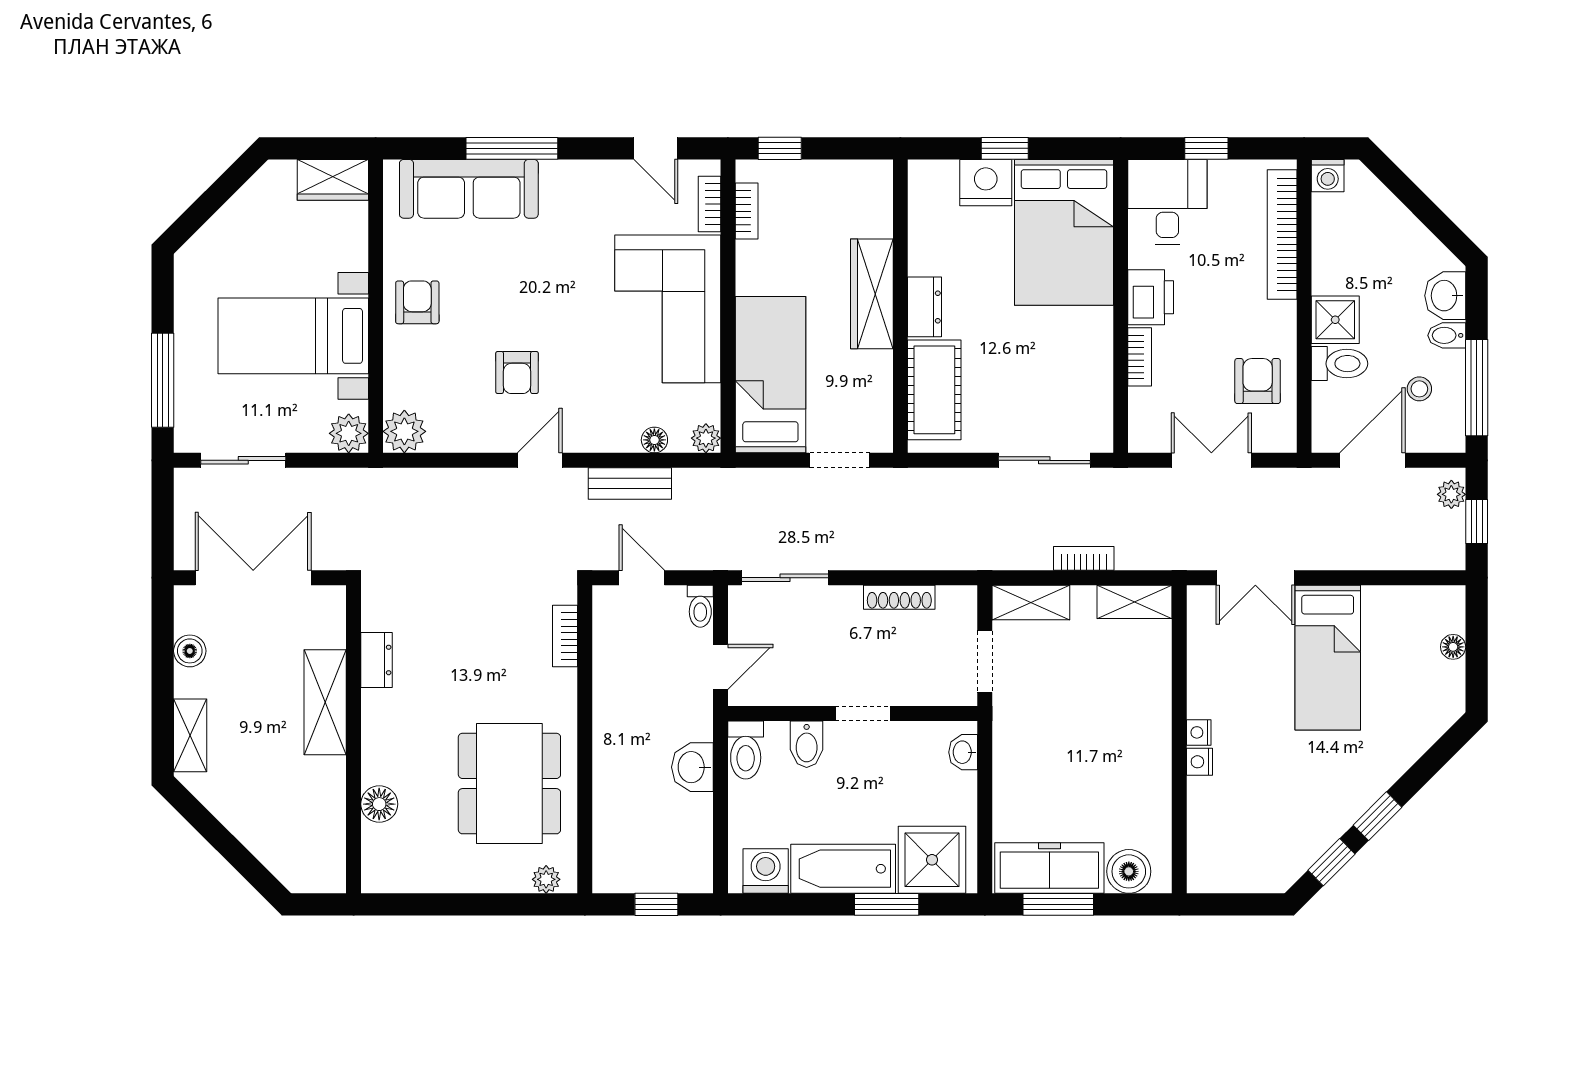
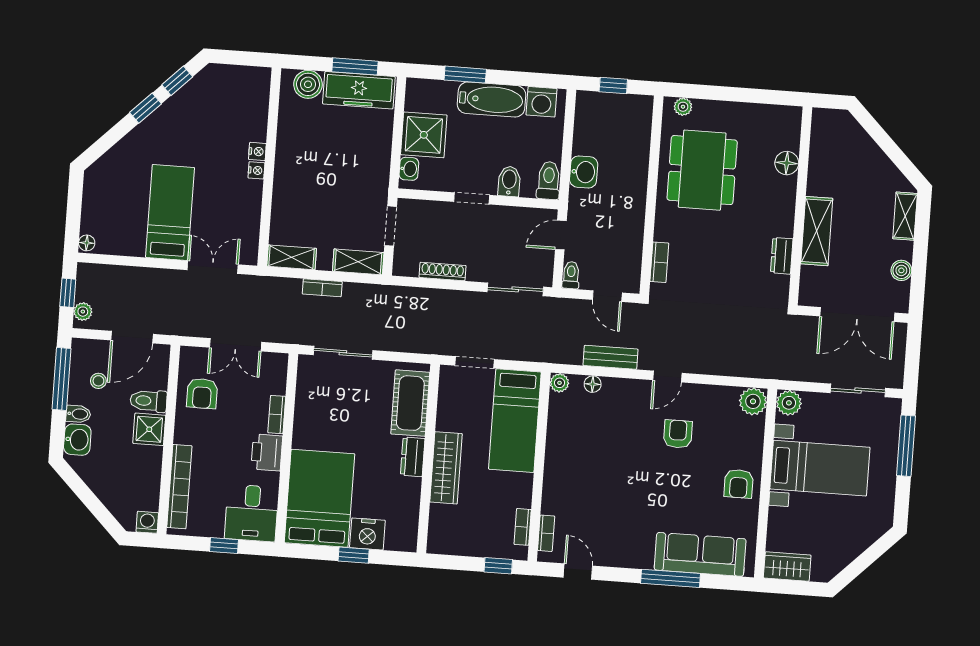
corner sofa: (668, 309) -> (578, 468), removed
floor lamp: (1453, 647) -> (87, 243), moved
shower: (932, 860) -> (424, 135), moved

